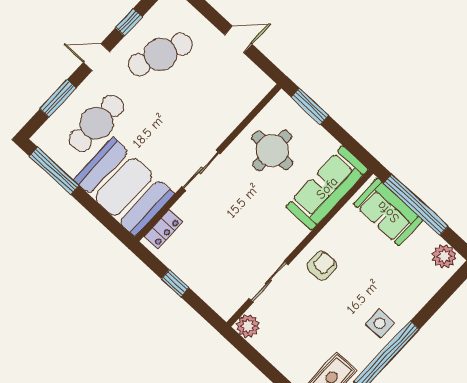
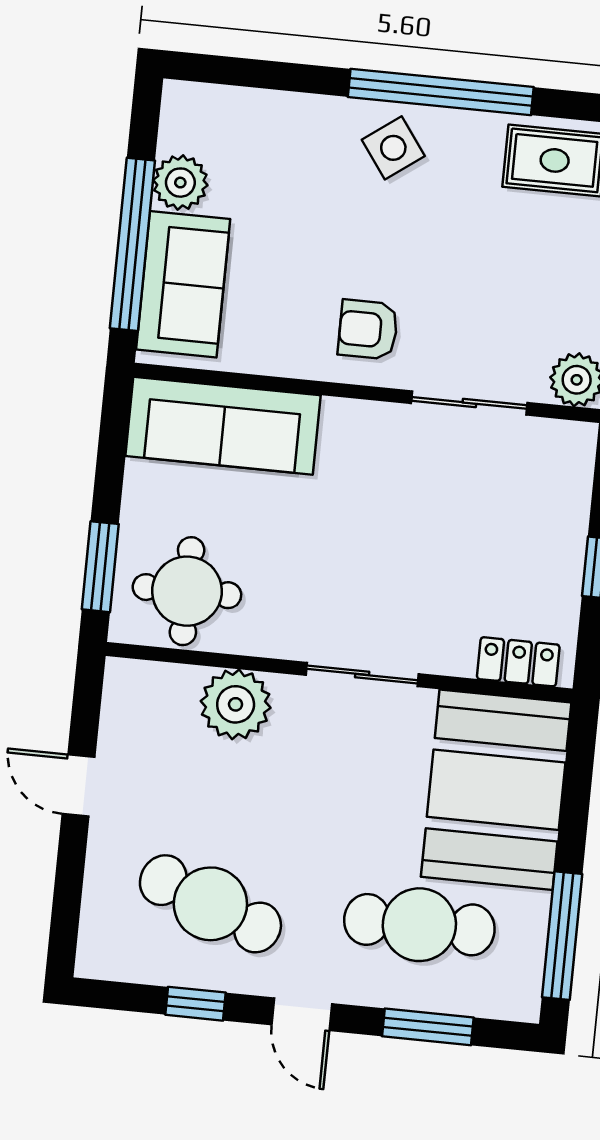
plant: (225, 117) -> (236, 704), added
round table: (272, 150) -> (187, 591), moved
plant: (444, 256) -> (180, 183), moved
side table: (380, 323) -> (393, 148), turned -36

